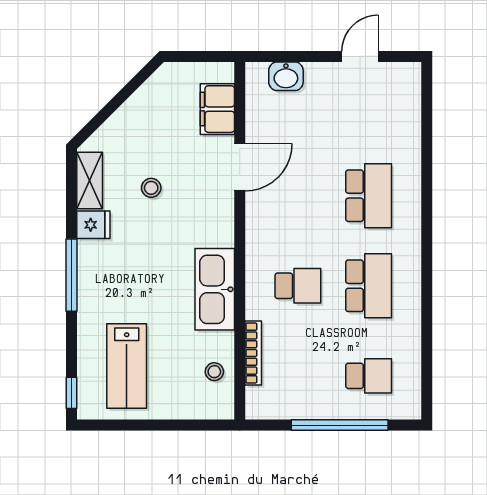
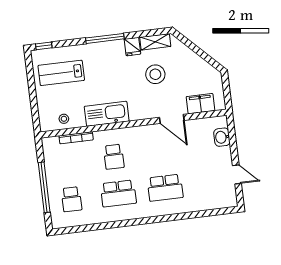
stool: (151, 188) -> (155, 74), width x1.89, depth x1.89

